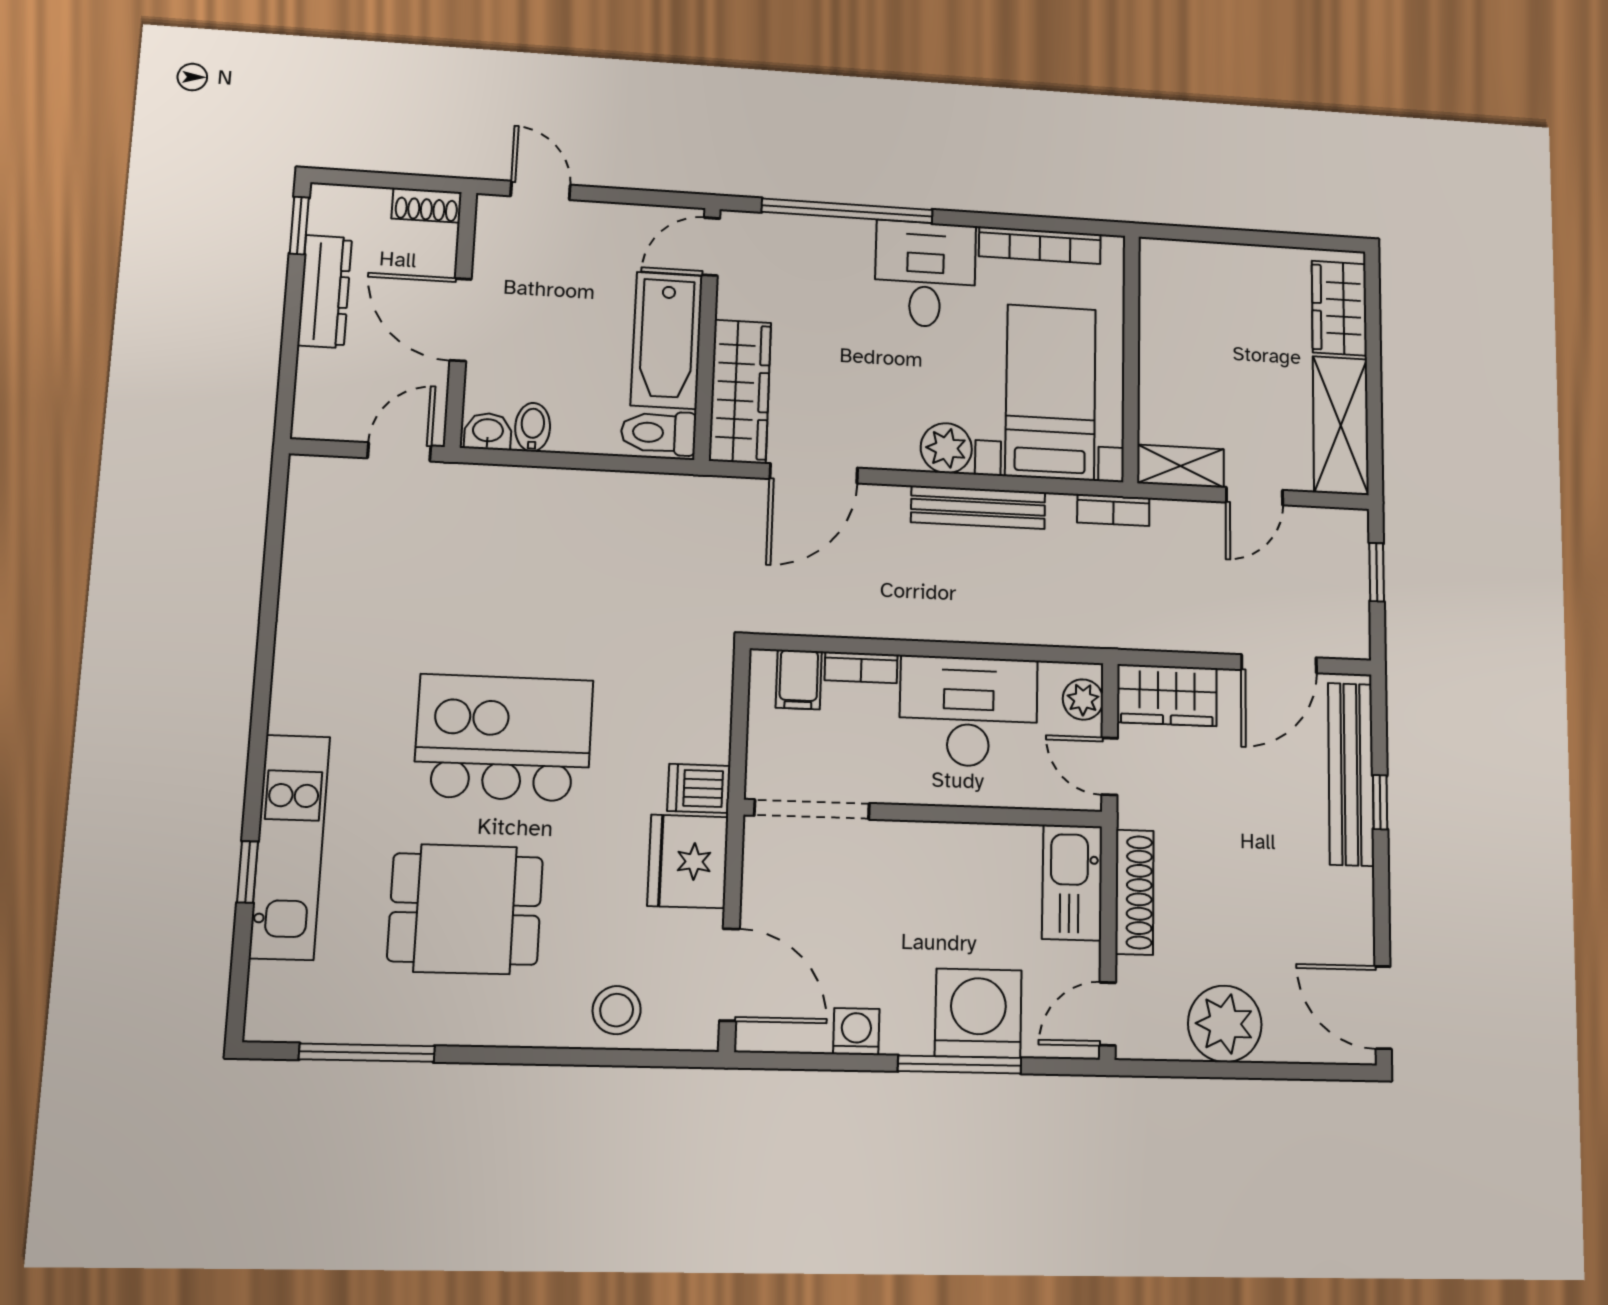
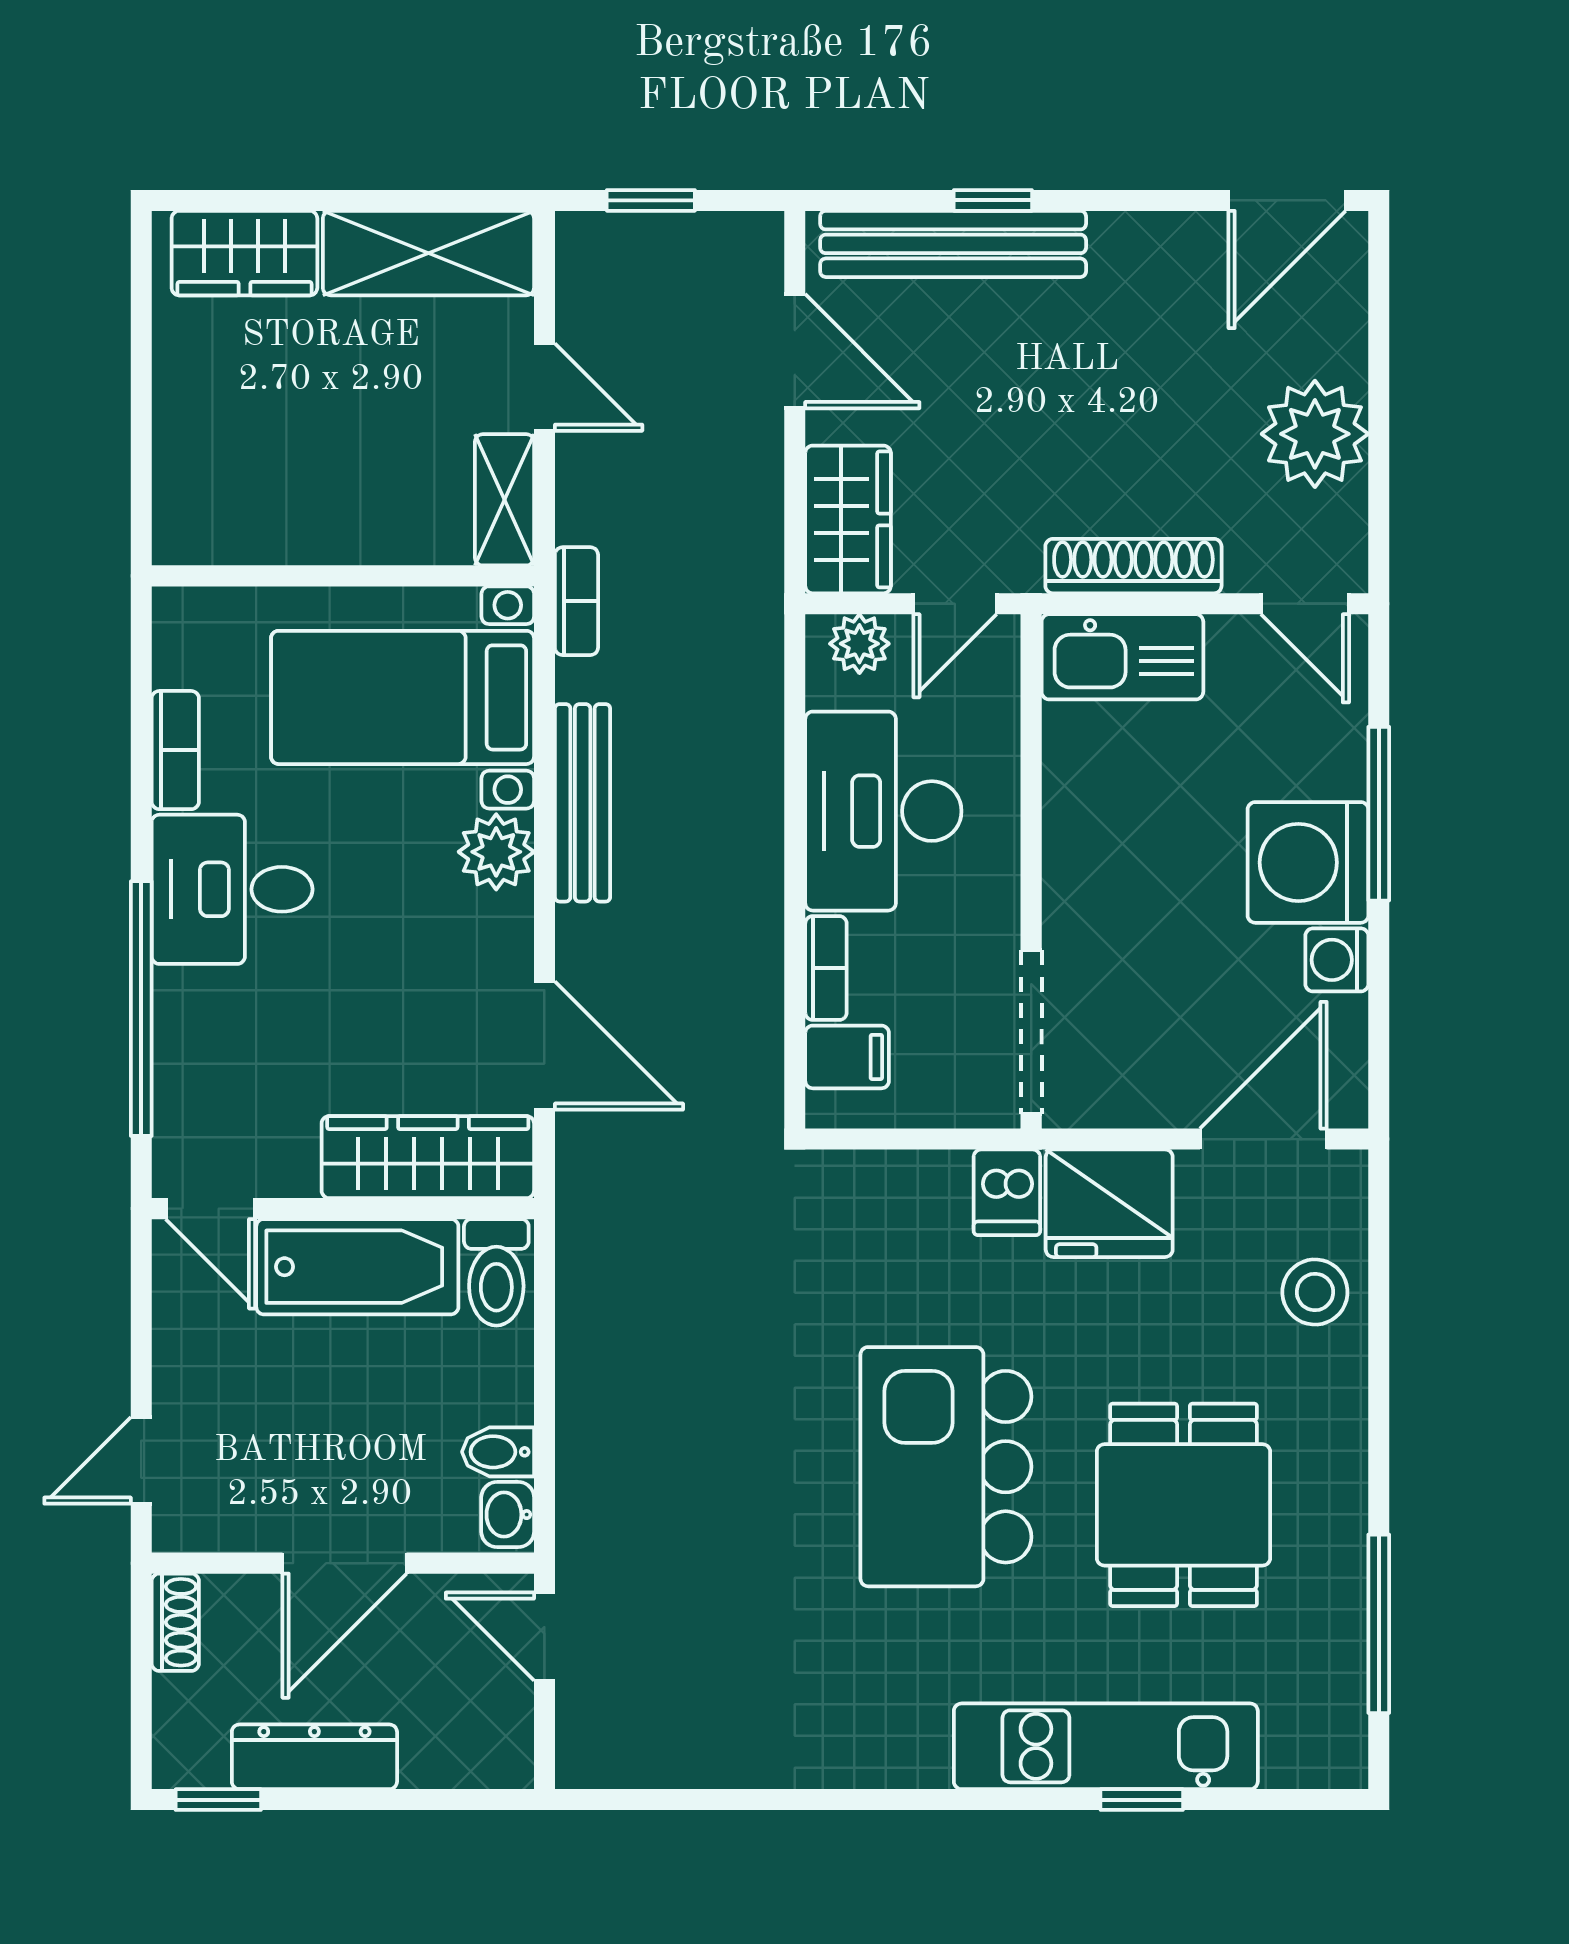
bookcase: (1040, 245) -> (175, 750), width x0.64
washing machine: (978, 1013) -> (1308, 862), moved

